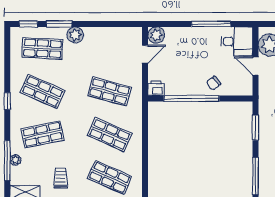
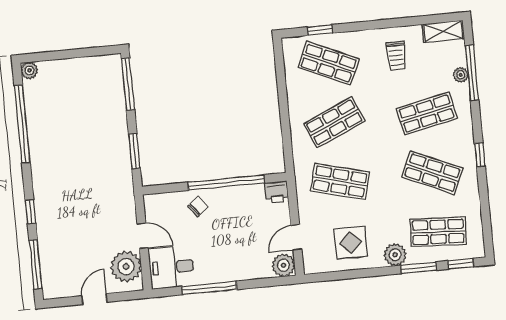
display table: (106, 47) -> (351, 243), added
shop shelf: (110, 134) -> (334, 122), turned -48

